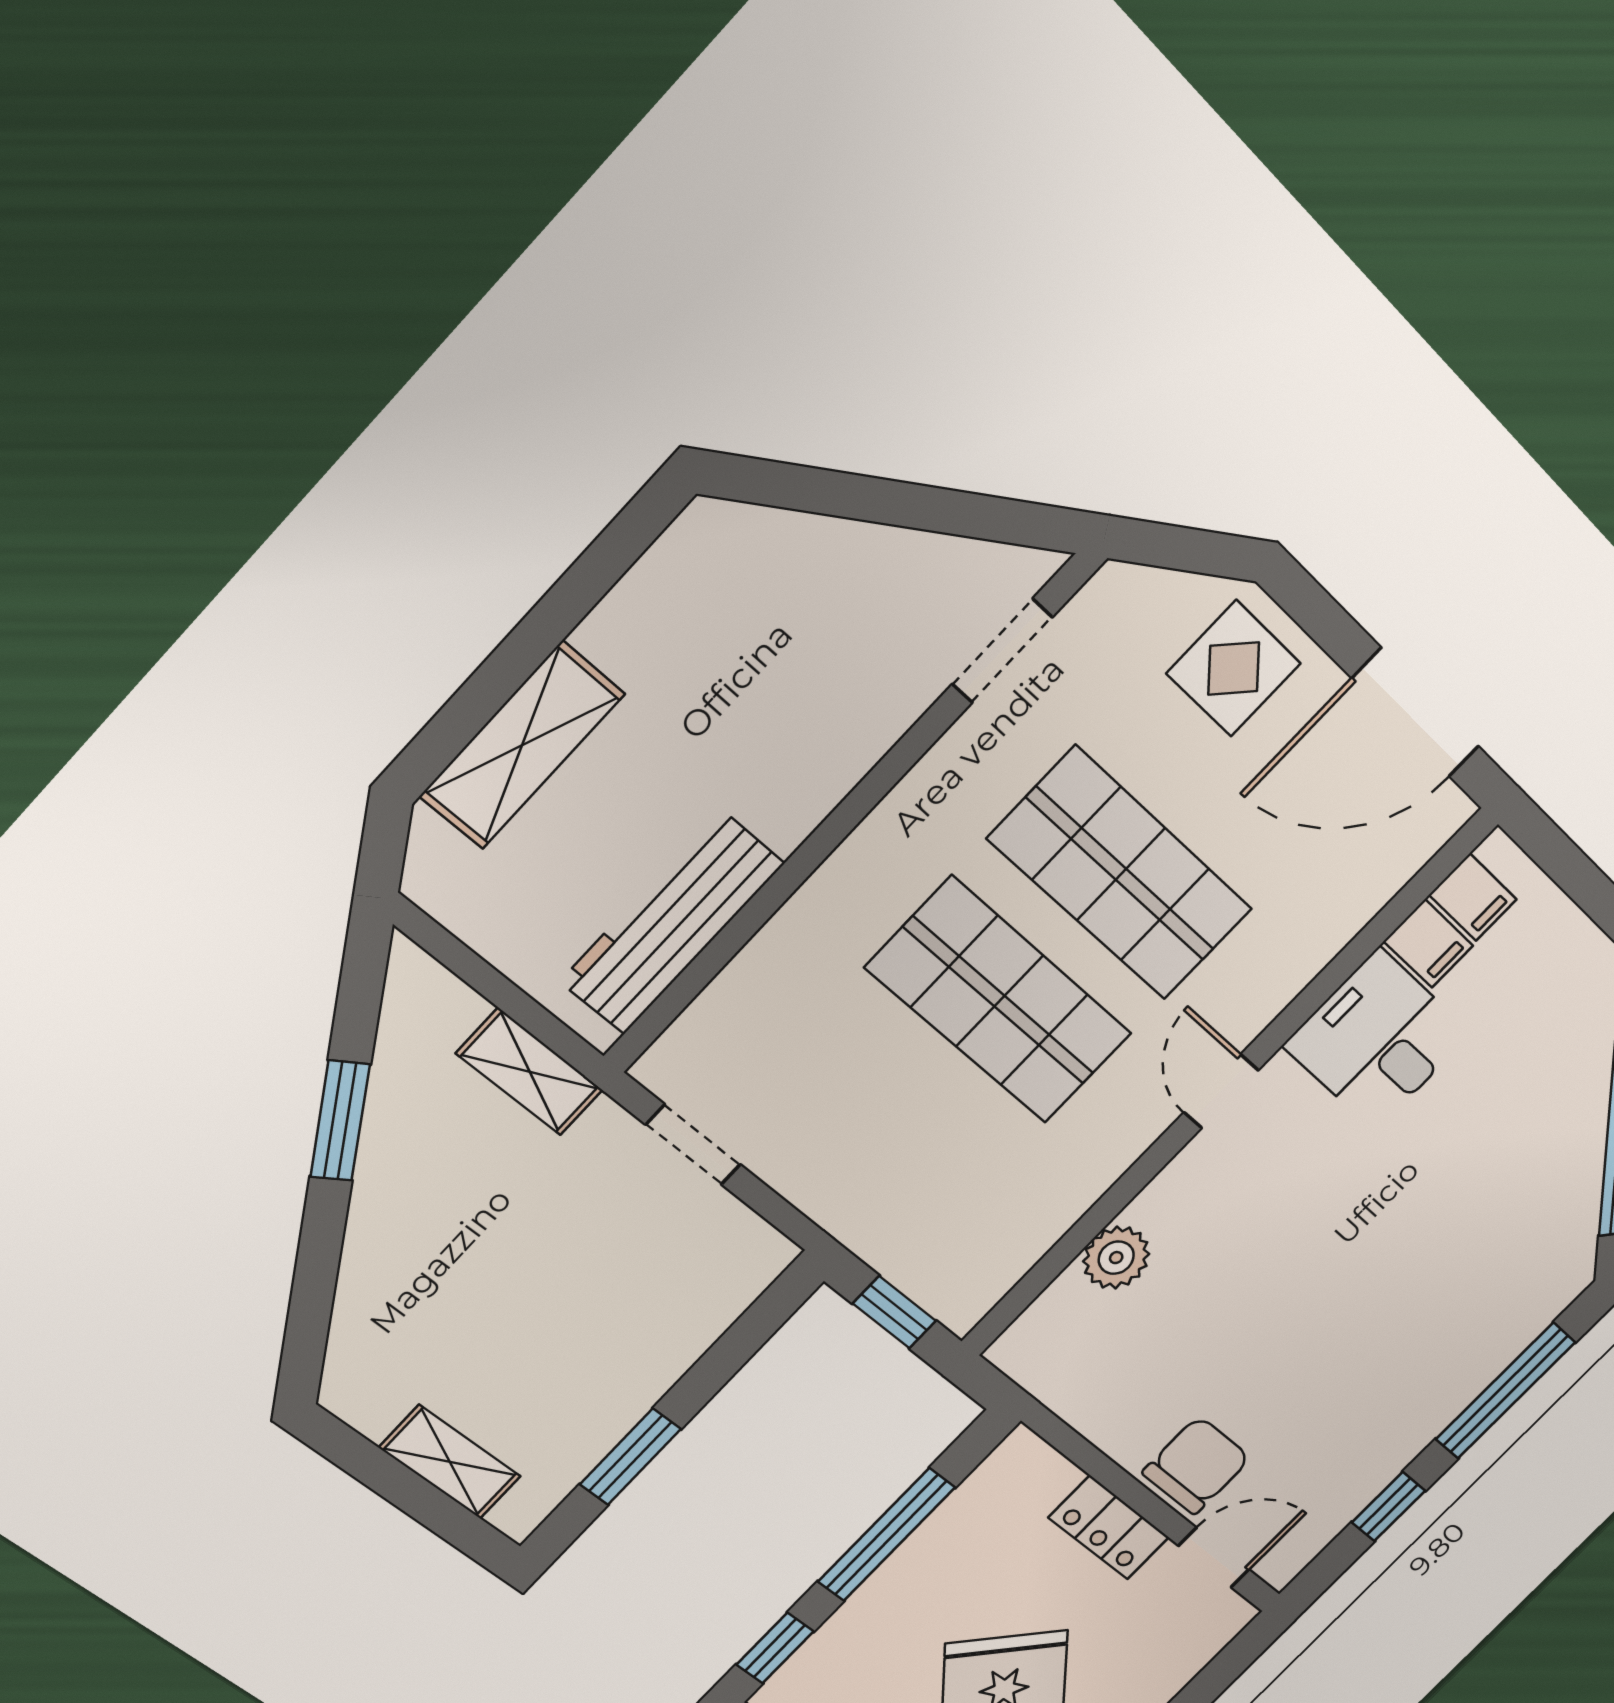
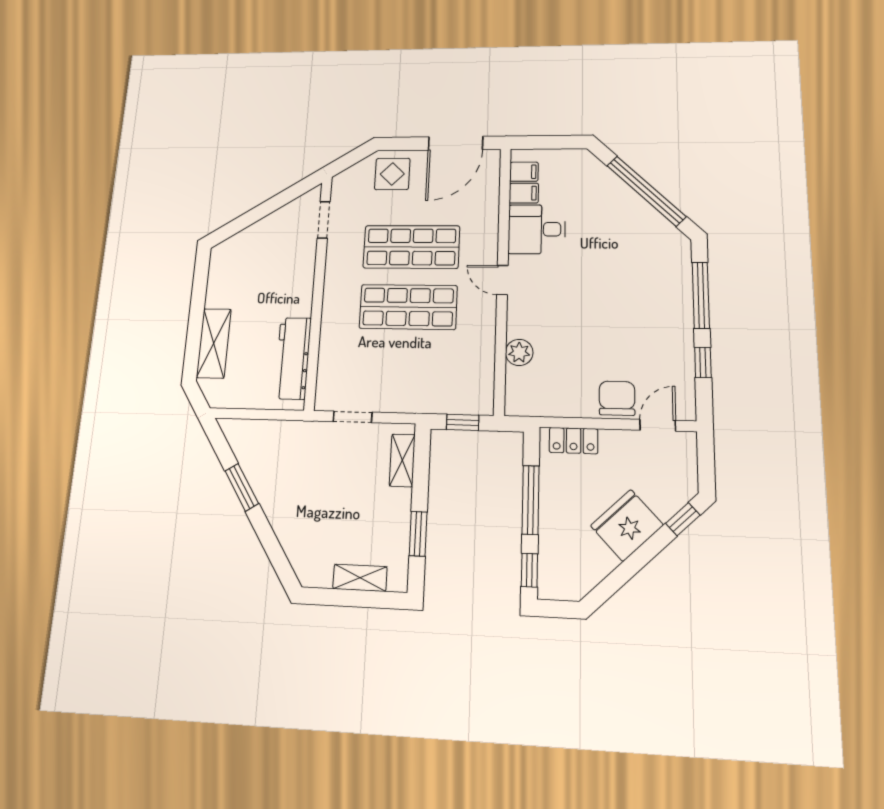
shelving: (530, 1072) -> (402, 460), moved, turned 90
locker: (1109, 1527) -> (574, 441), moved

